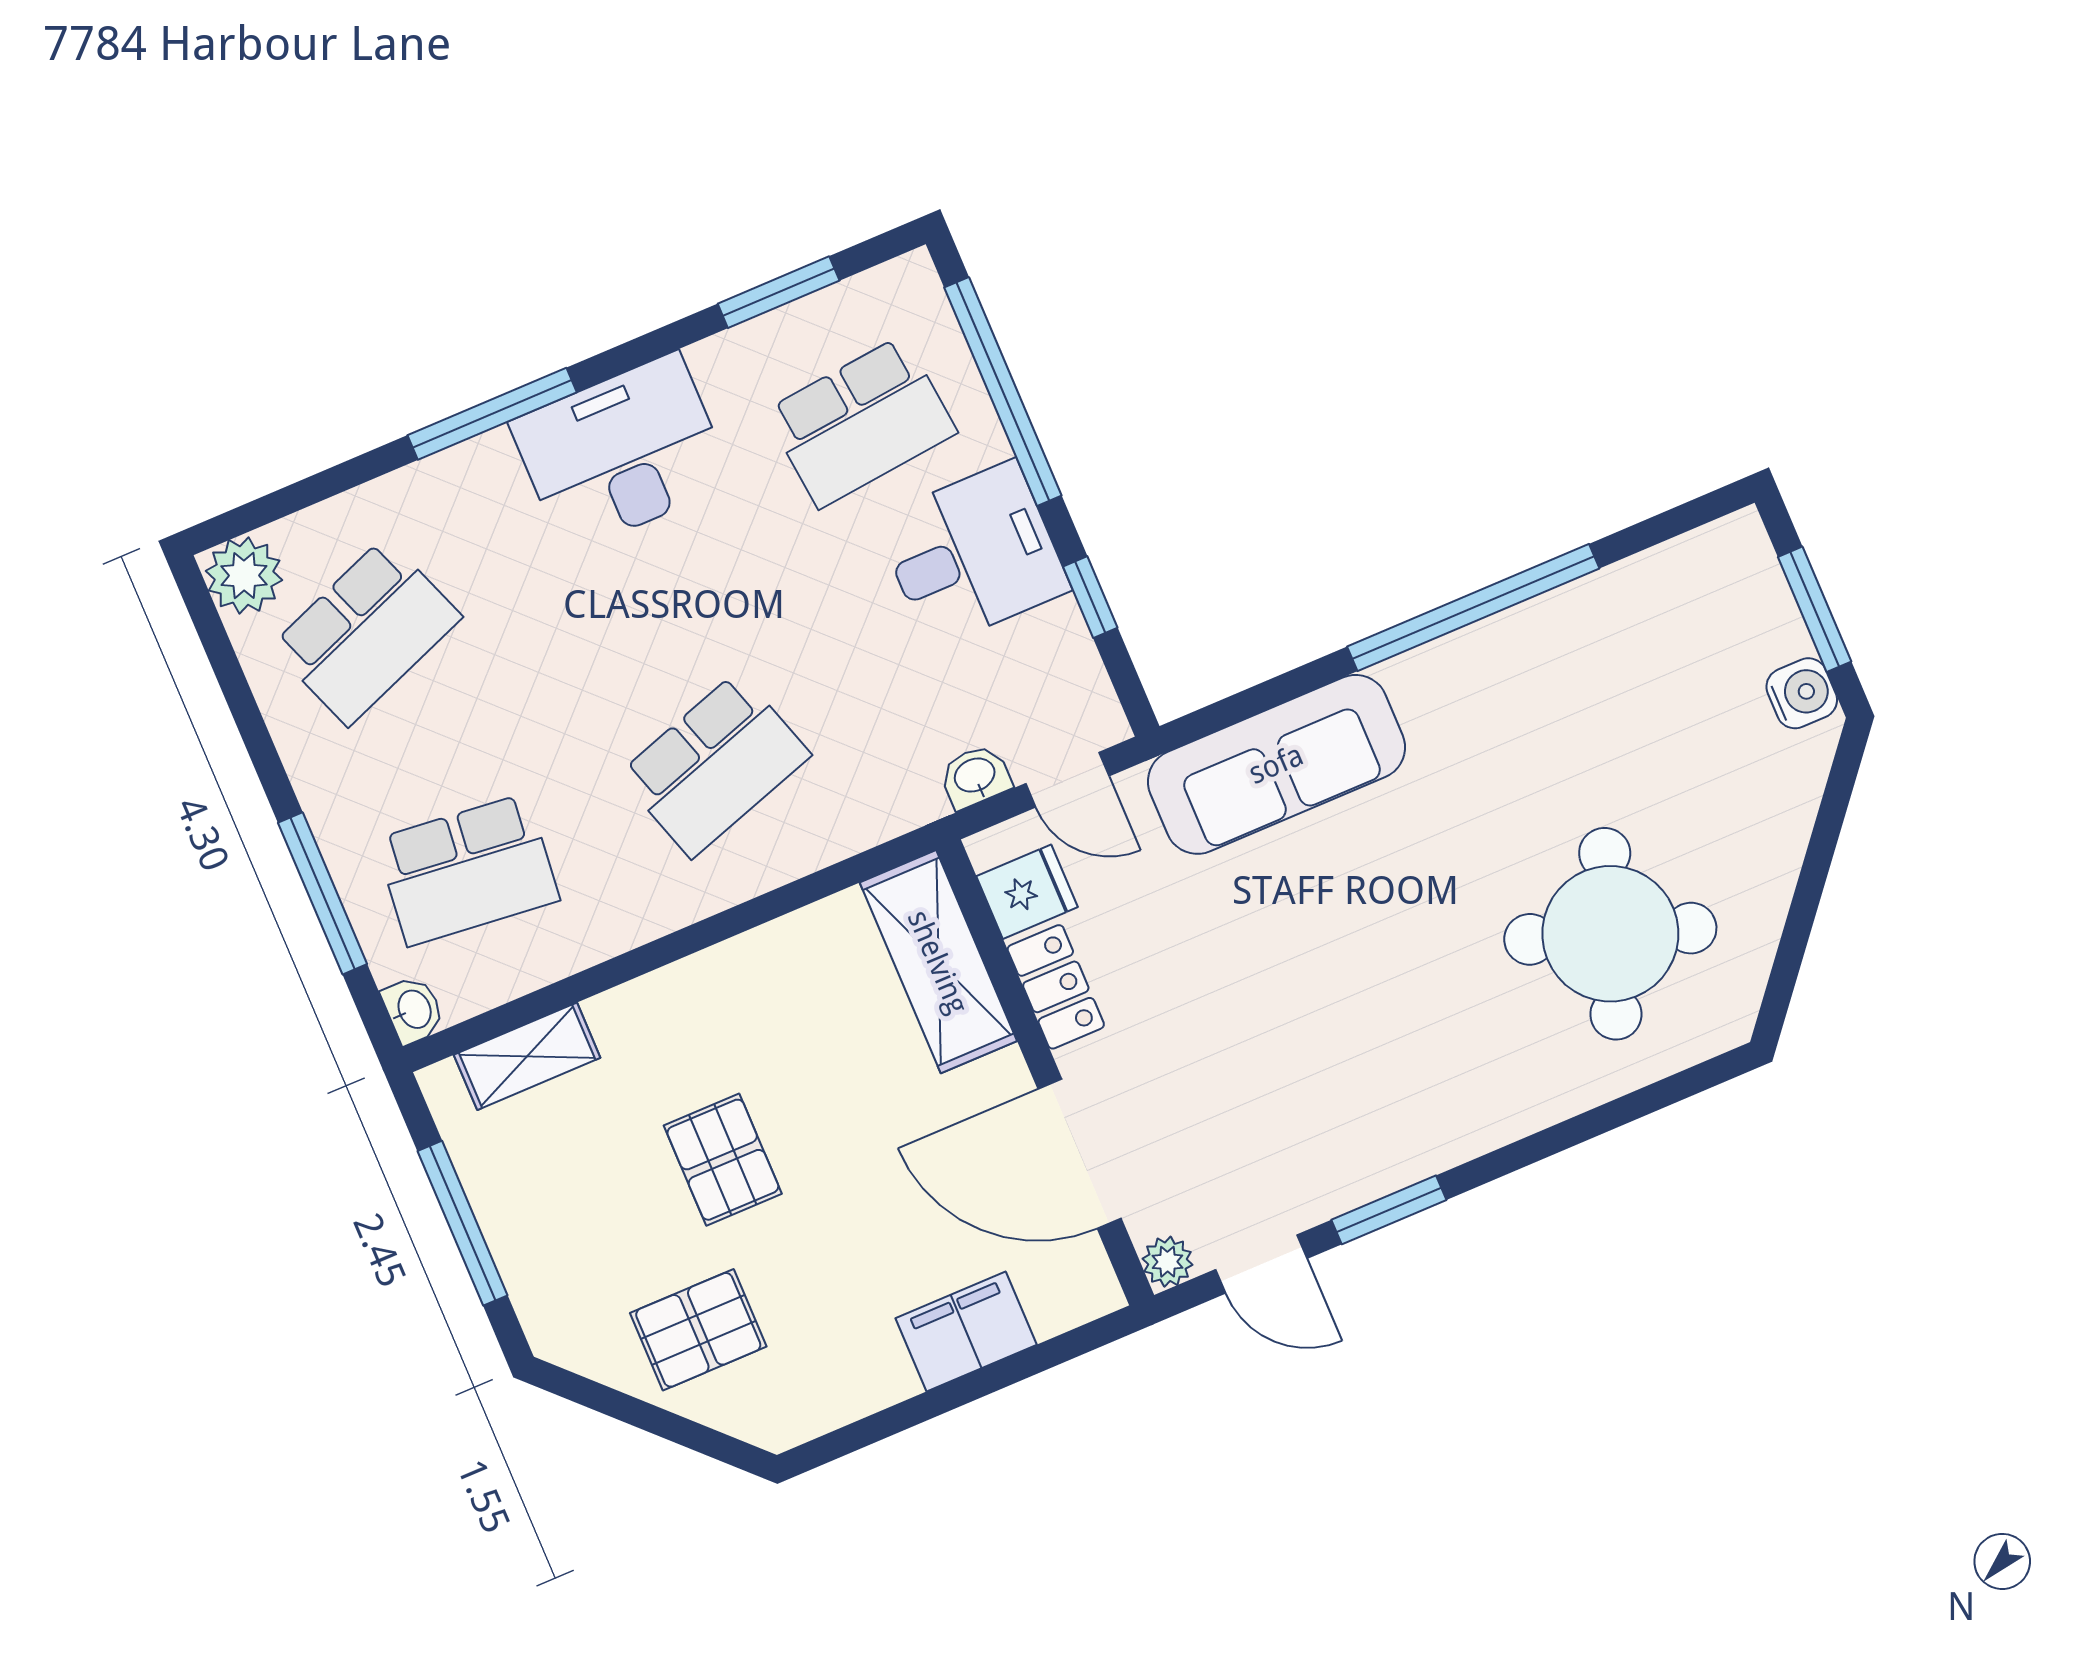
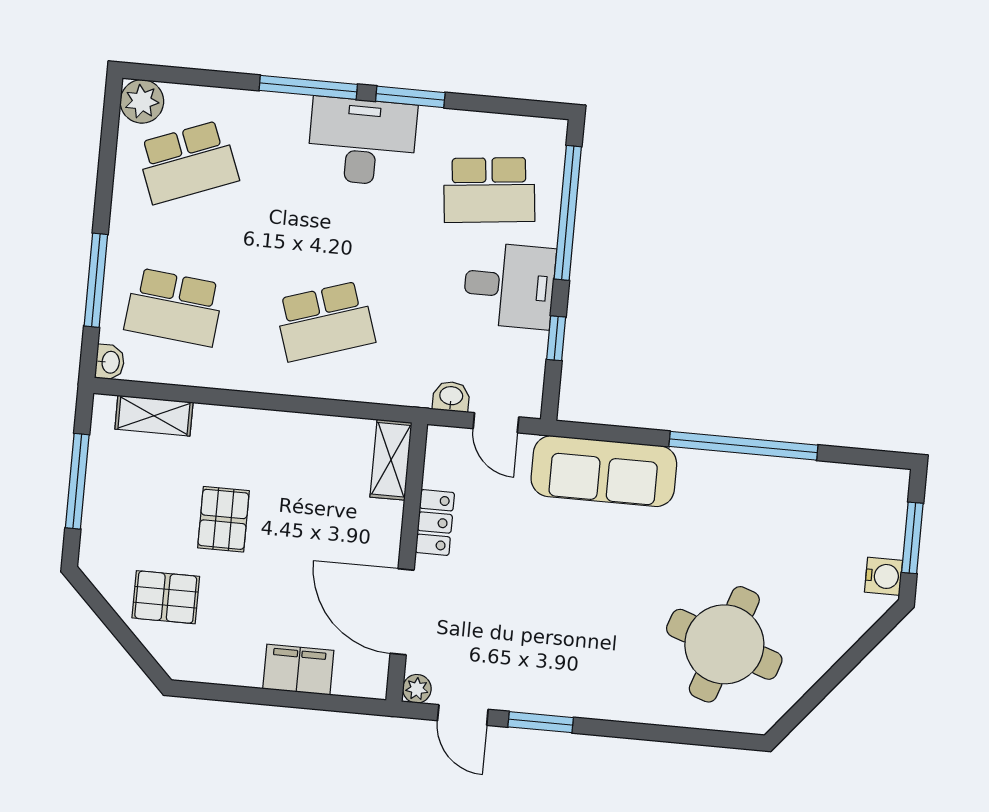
window: (779, 292) -> (410, 97), moved
fridge: (1027, 892) -> (446, 468), removed
shelving: (938, 962) -> (391, 460), width x0.67, depth x0.75

